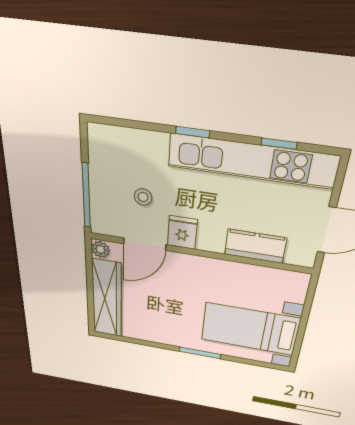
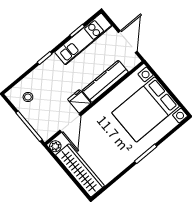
kitchen unit: (252, 161) -> (83, 39), width x0.73
stool: (143, 197) -> (28, 97), moved
kitchen counter: (255, 246) -> (105, 81), width x1.50
bed with nightstands: (250, 329) -> (146, 109), width x1.36

